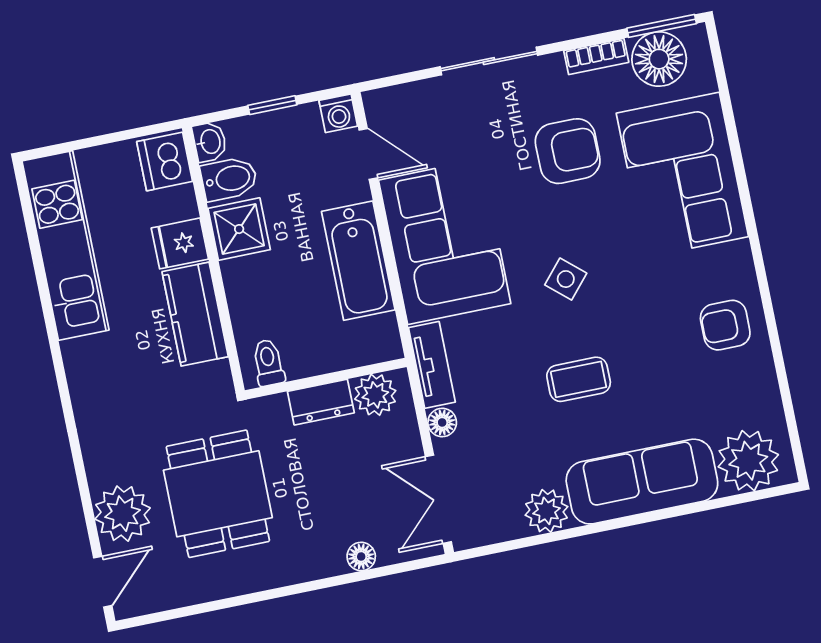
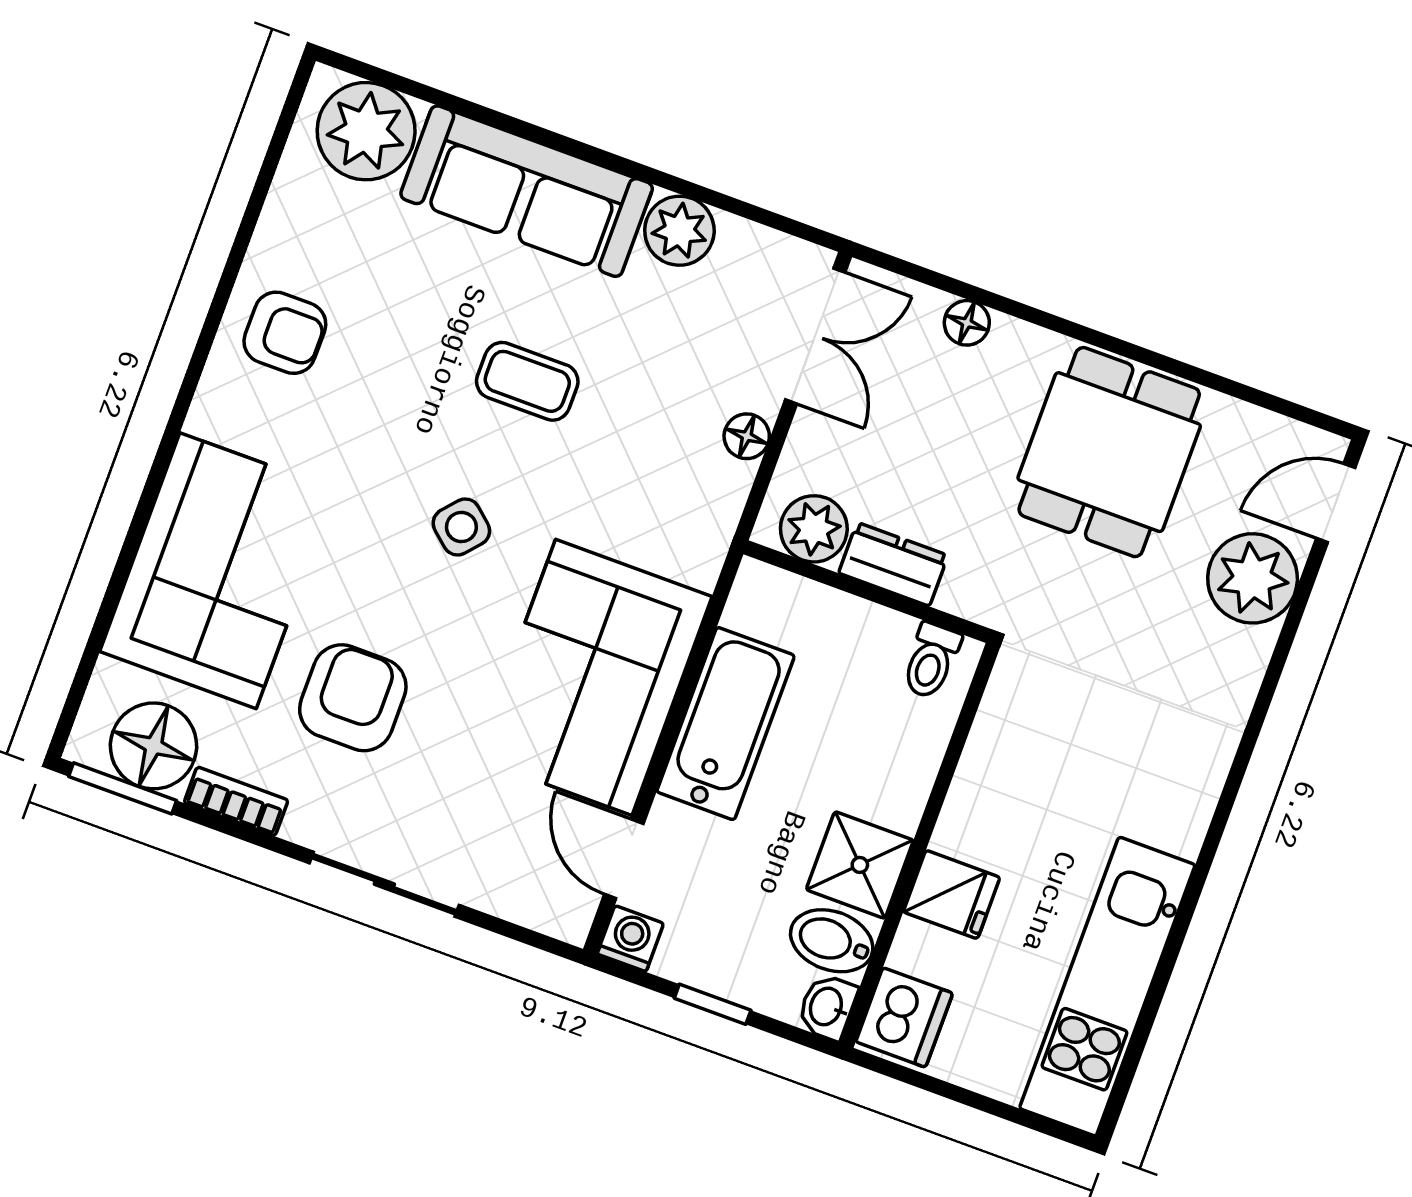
armchair: (568, 151) -> (353, 698), turned 90
kitchen counter: (195, 314) -> (990, 787), removed
tv unit: (432, 365) -> (713, 522), removed
dining table: (218, 494) -> (1109, 452), moved

